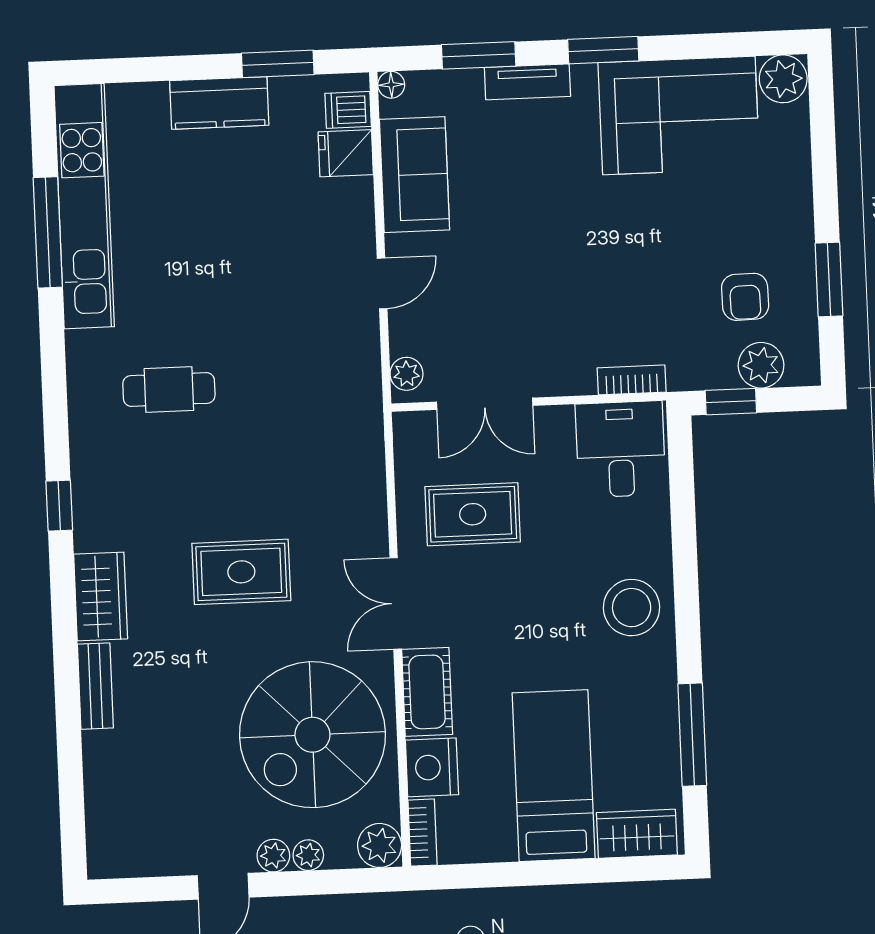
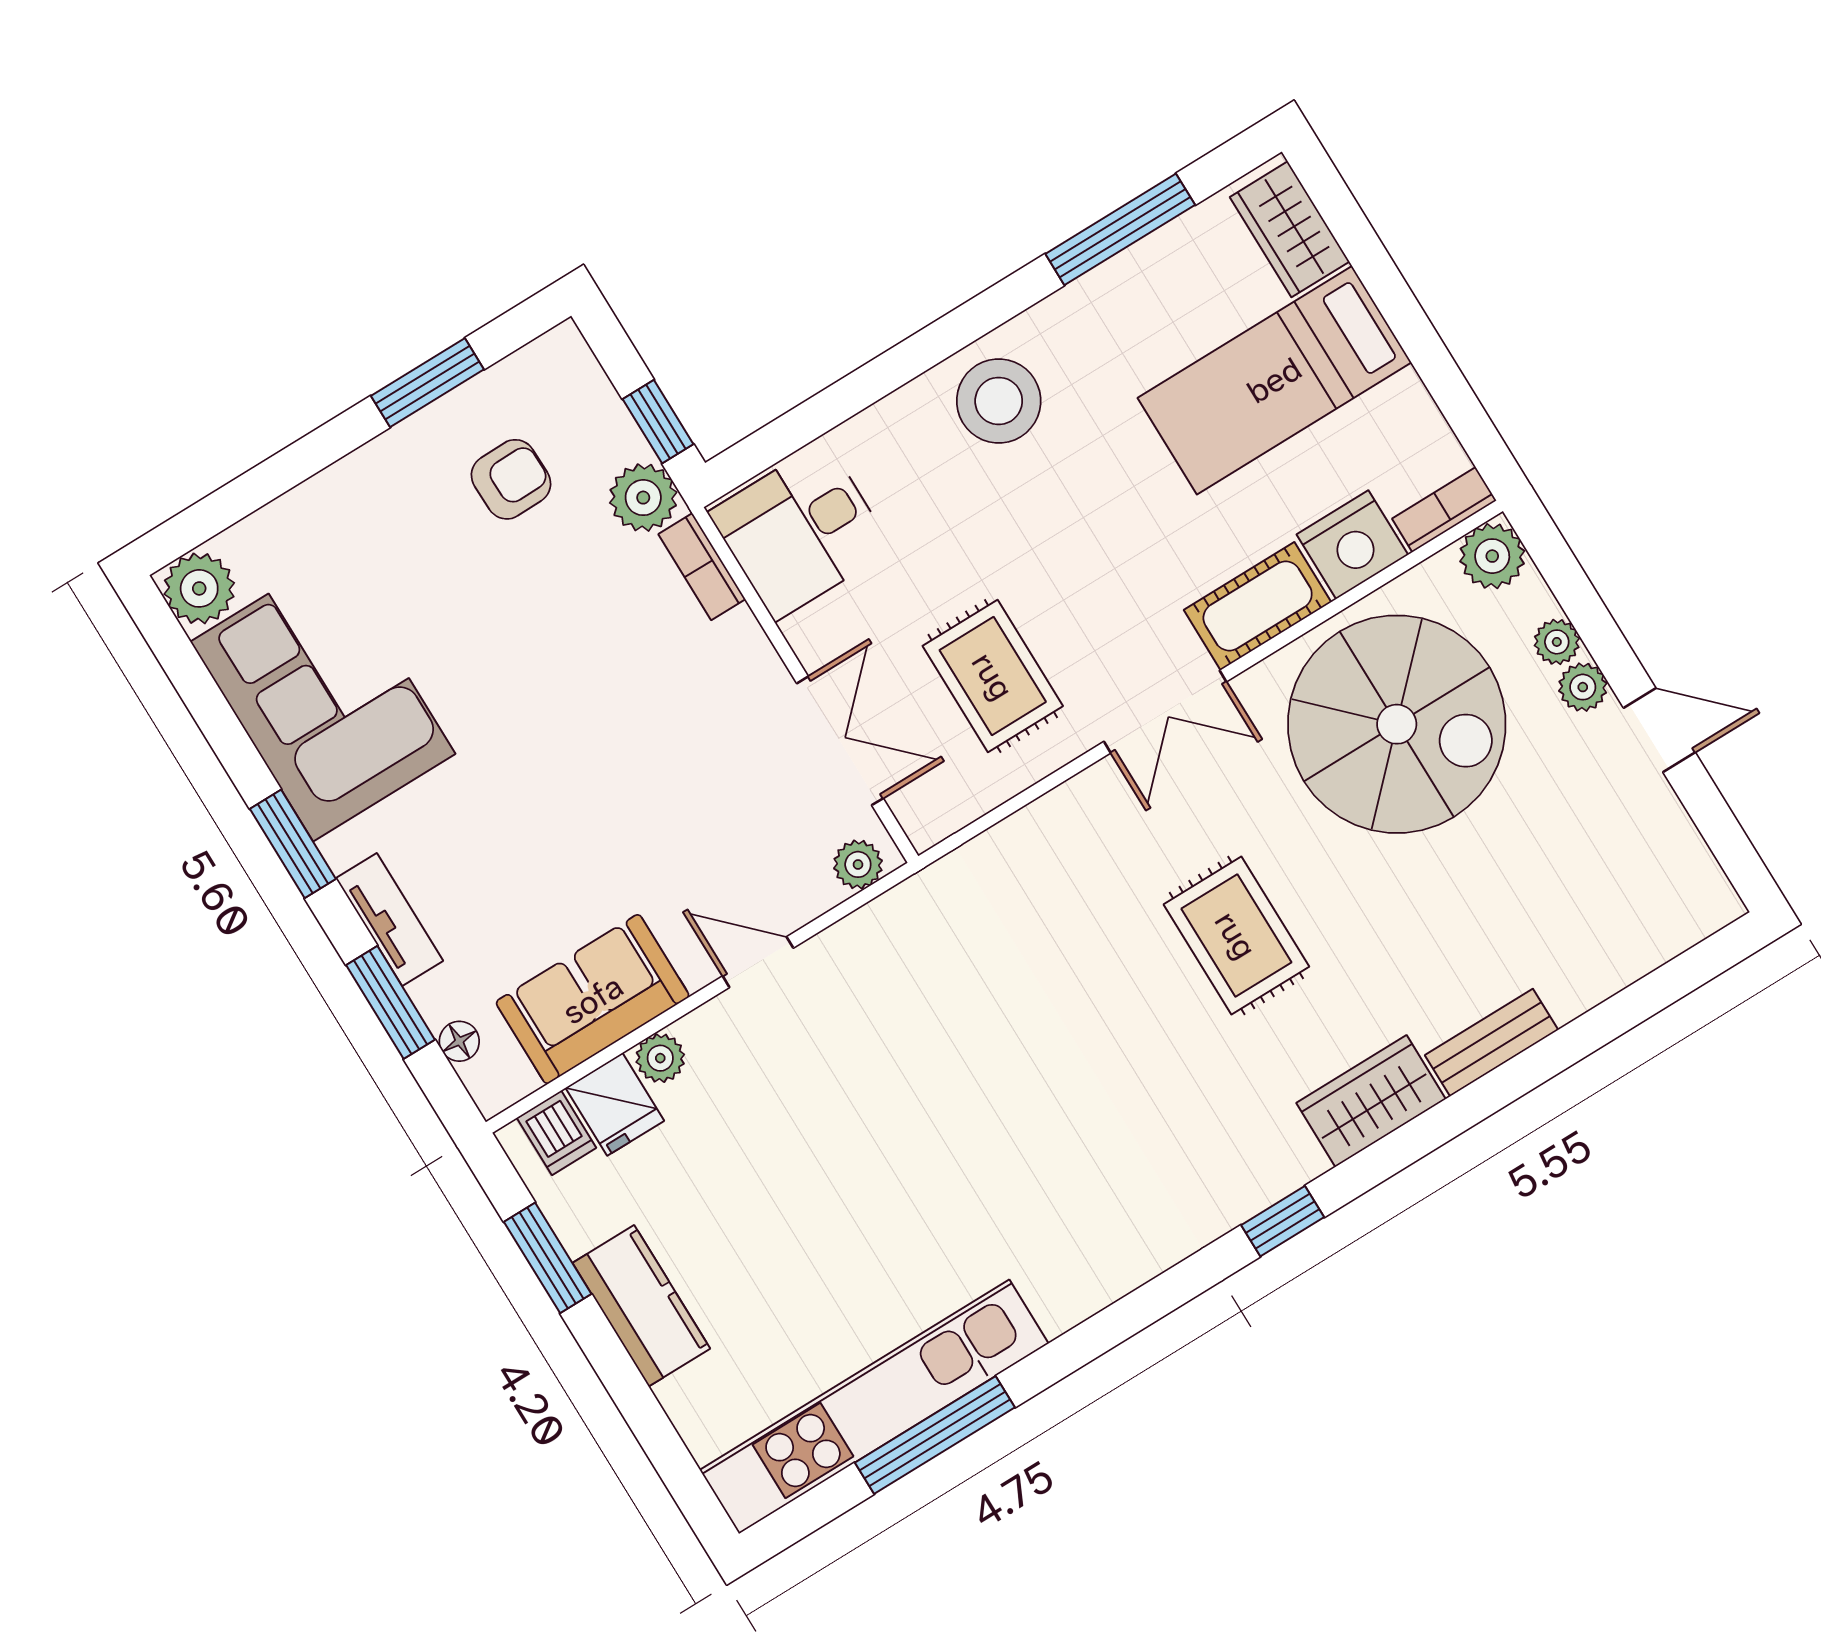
floor lamp: (391, 85) -> (459, 1041), moved
plant: (358, 195) -> (660, 1058), added
plant: (761, 365) -> (643, 498), moved
cafe table: (169, 389) -> (1051, 1163), removed

